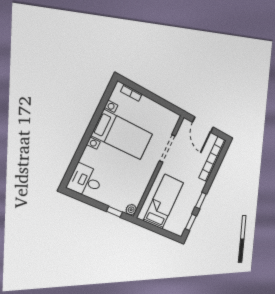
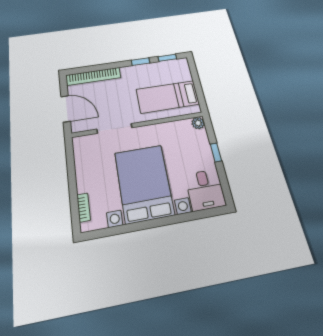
door: (203, 125) -> (66, 109), hinge flipped
bed with nightstands: (122, 135) -> (144, 183), width x1.36
window: (114, 212) -> (216, 153), moved

